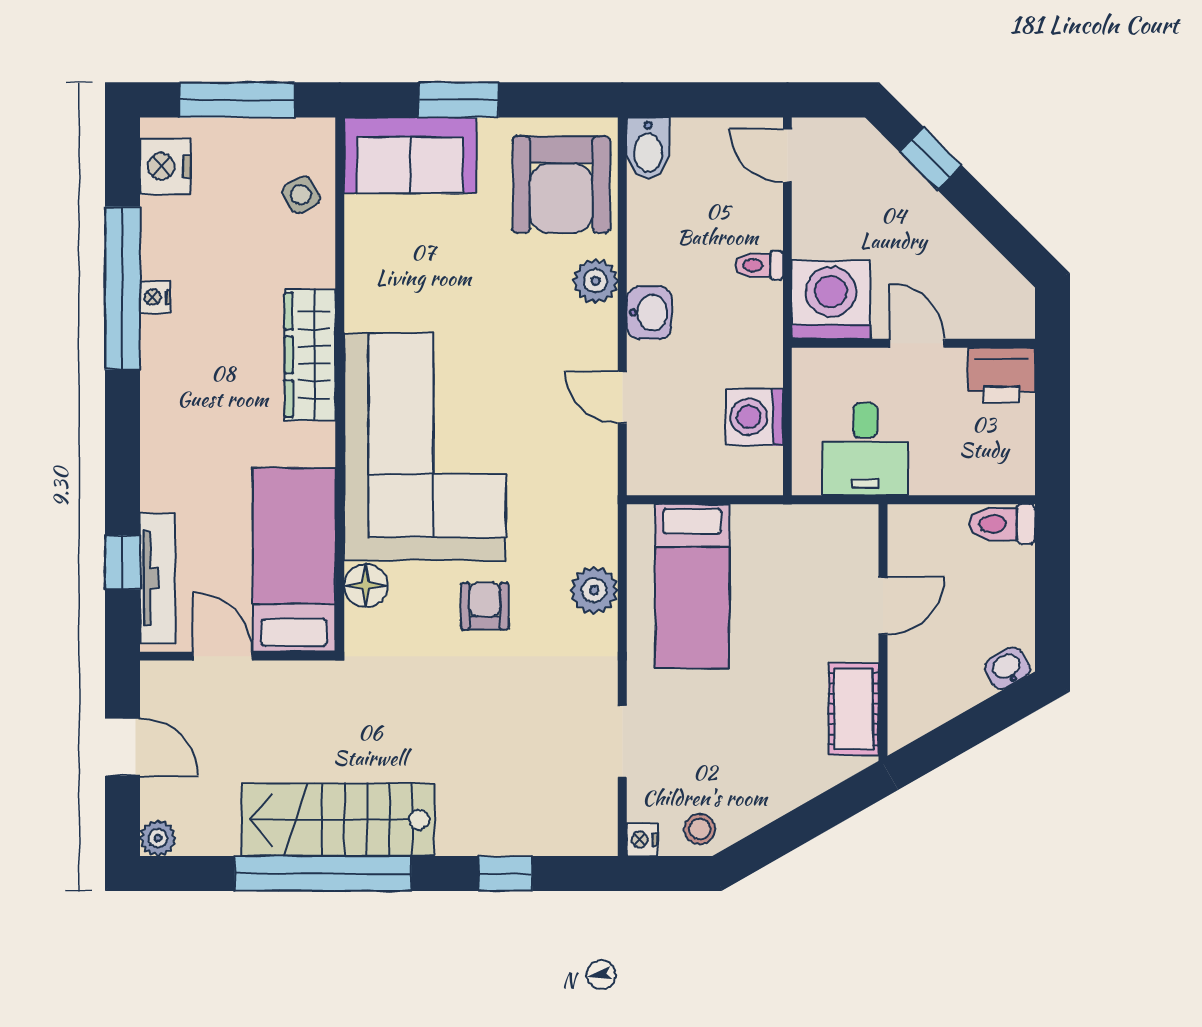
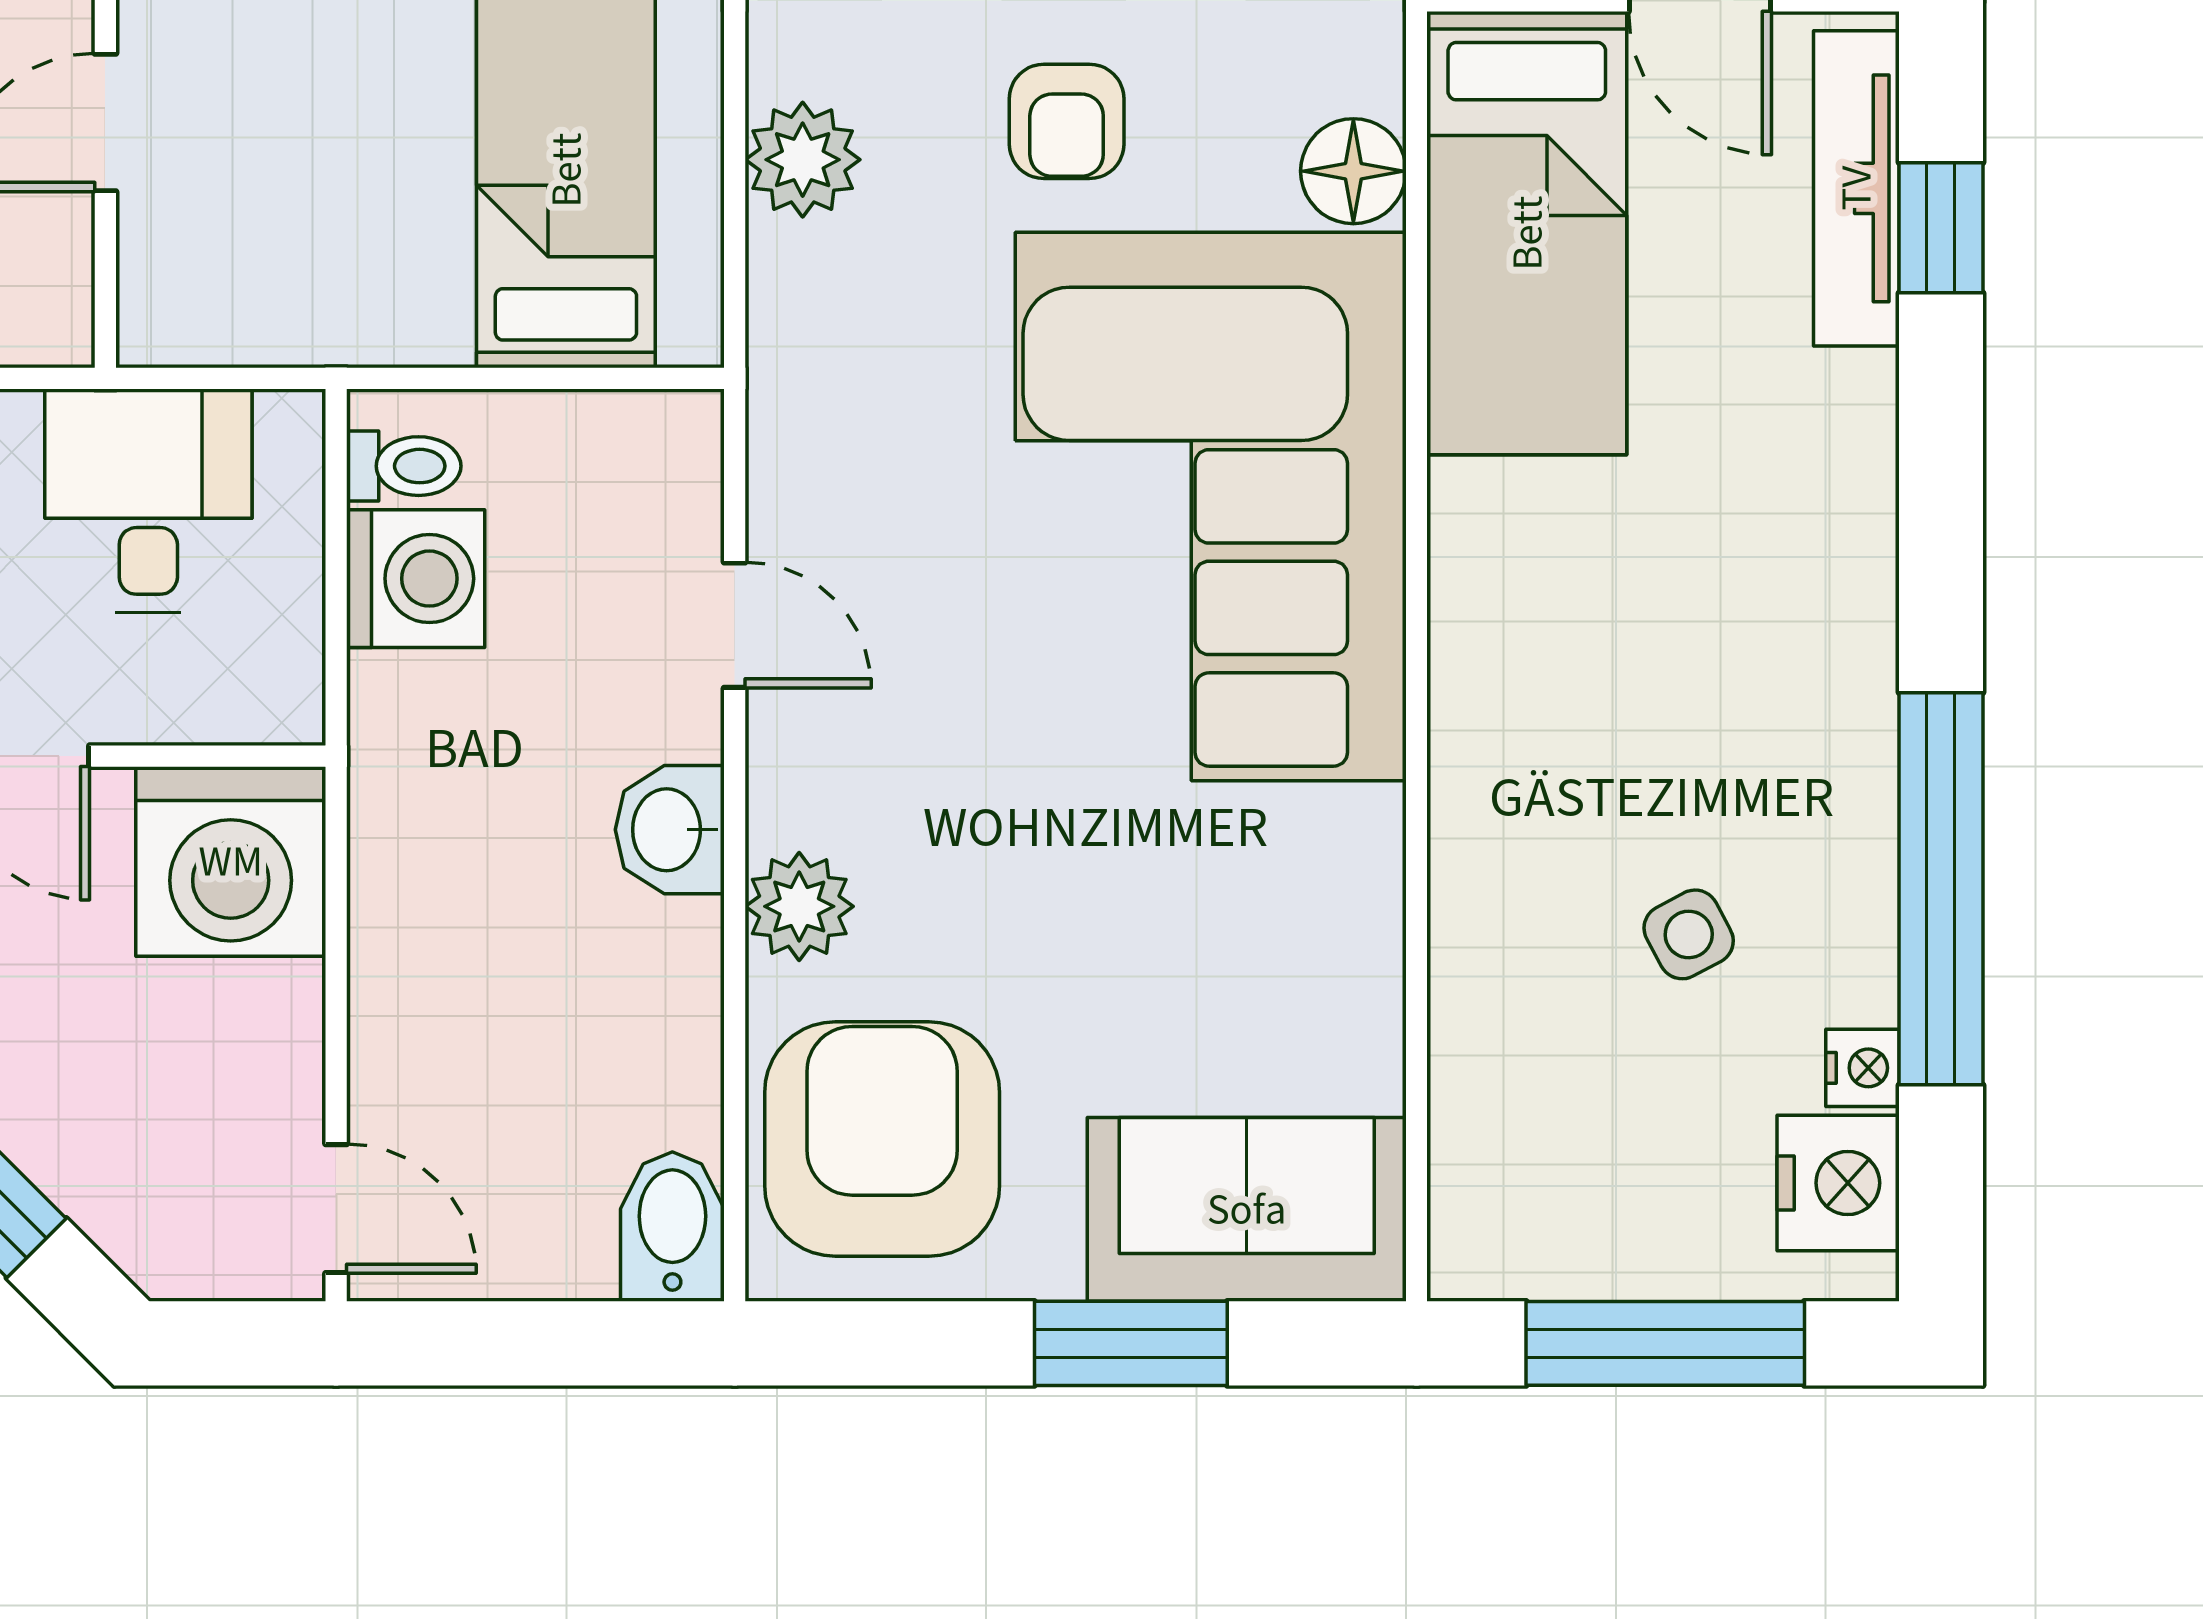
side table: (301, 195) -> (1689, 934), moved
toilet: (759, 265) -> (404, 466), moved
nightstand: (155, 297) -> (1862, 1068), moved
wardrobe: (310, 355) -> (1488, 728), removed

